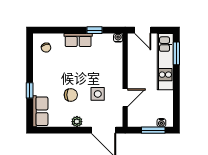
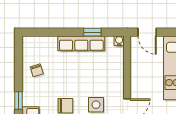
row of seats: (78, 40) -> (81, 43), width x1.48
chair: (46, 48) -> (37, 70), moved

